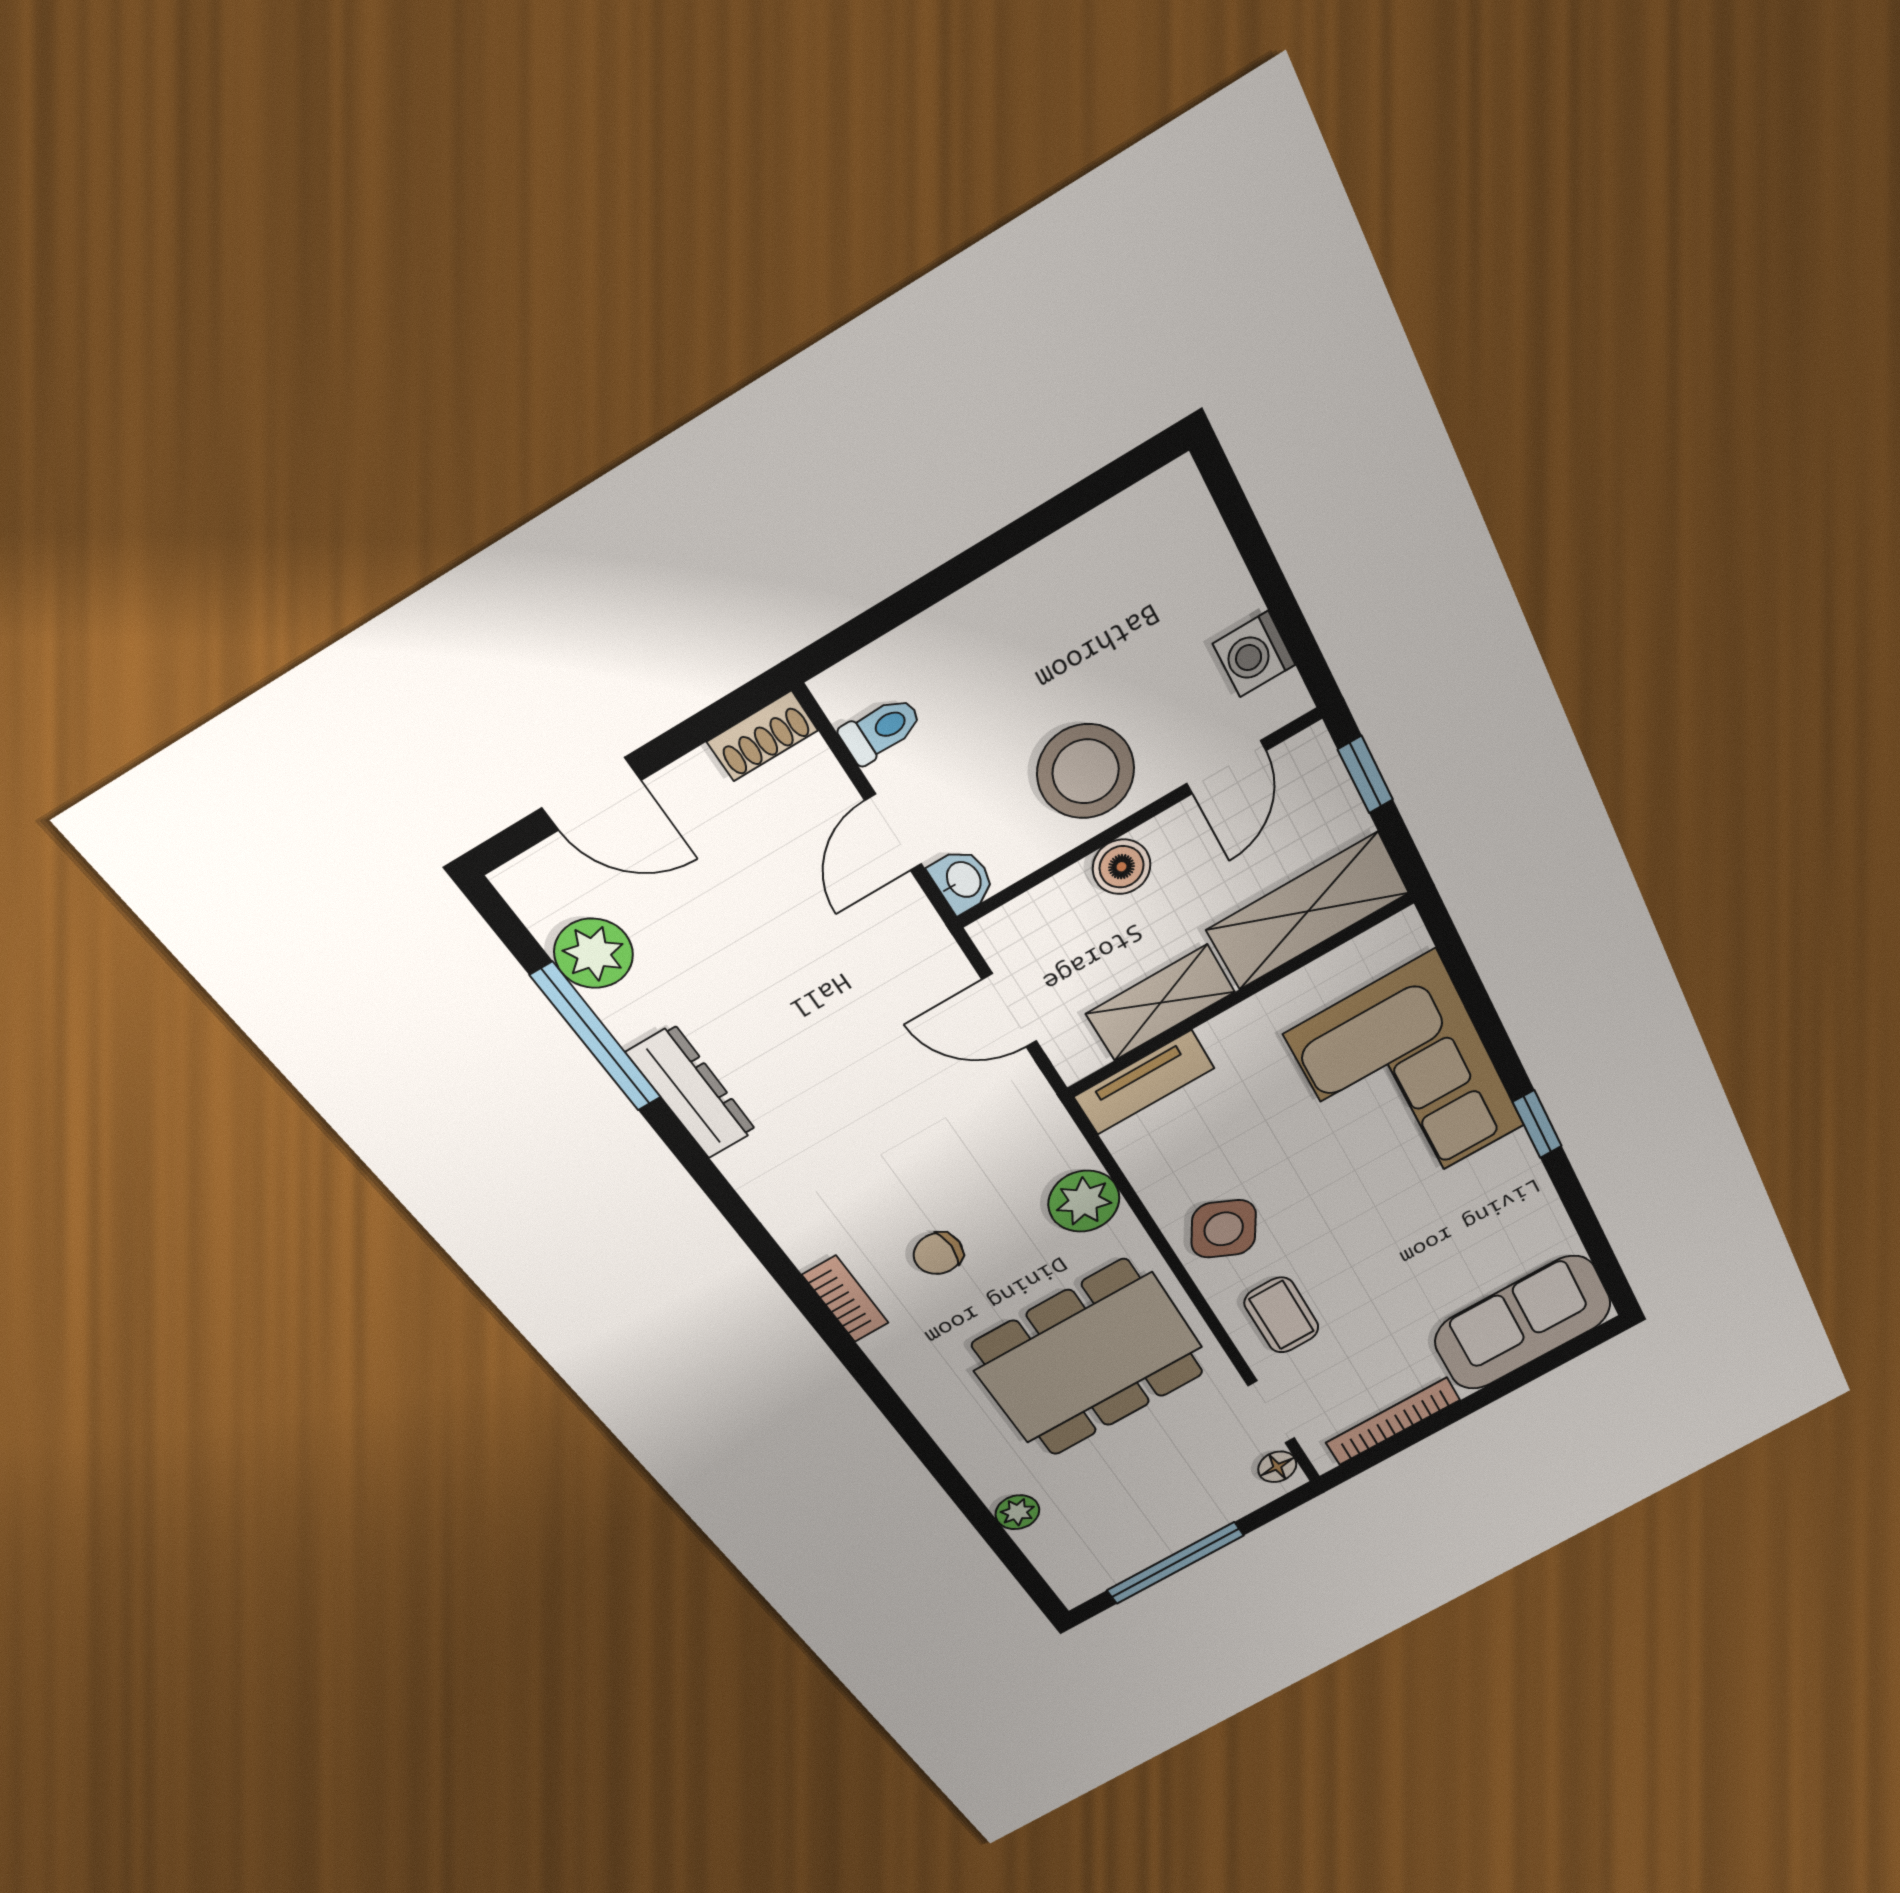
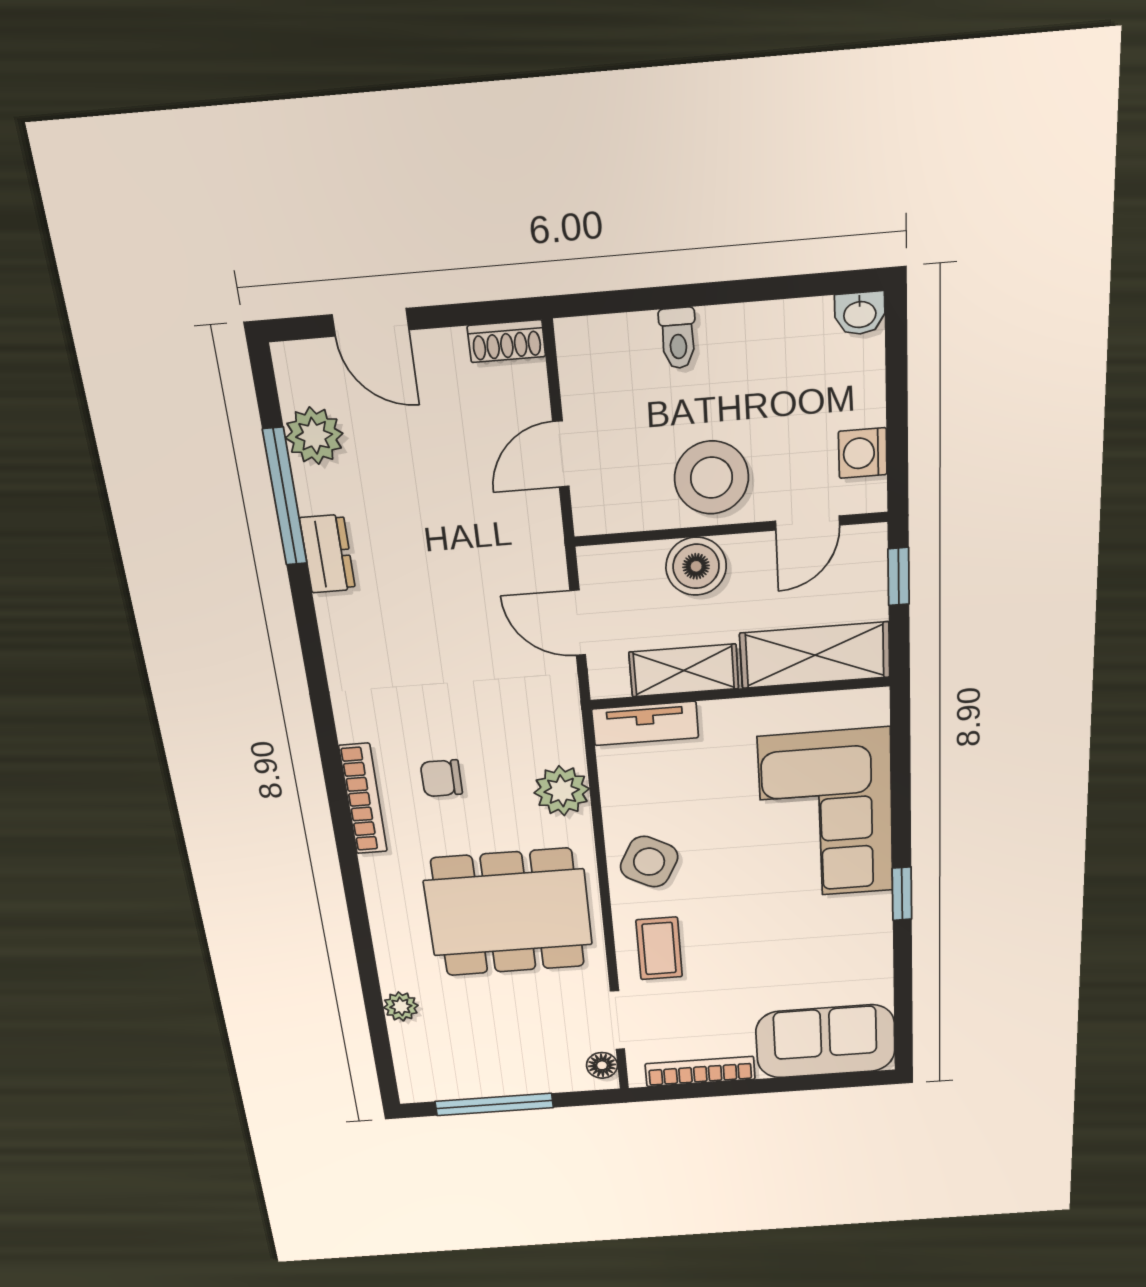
toilet: (881, 730) -> (678, 338), moved, turned 90
boiler: (1122, 867) -> (696, 566), width x1.36, depth x1.36
washbasin: (962, 880) -> (860, 313), moved, turned 90
dresser: (692, 1092) -> (328, 554), width x0.70
bookcase: (846, 1299) -> (363, 799), width x1.56

